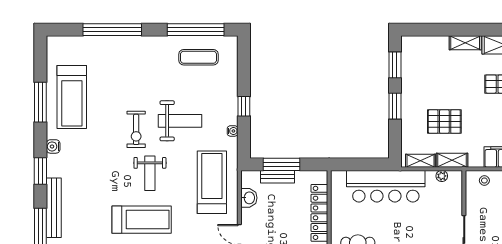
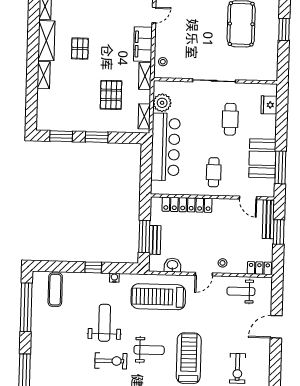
exercise mat: (198, 57) -> (55, 290), moved
shelving: (452, 160) -> (145, 76), moved
plant: (442, 176) -> (162, 103), width x1.88, depth x1.88

